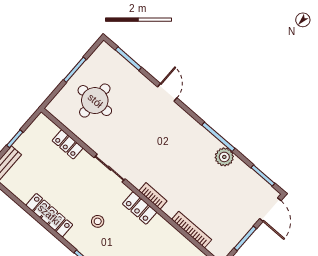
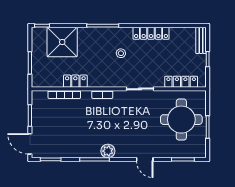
round table: (95, 101) -> (181, 120), width x1.36, depth x1.36
locker: (68, 144) -> (181, 82), width x1.53
plant: (224, 157) -> (108, 151), moved
locker: (140, 208) -> (75, 81), moved

